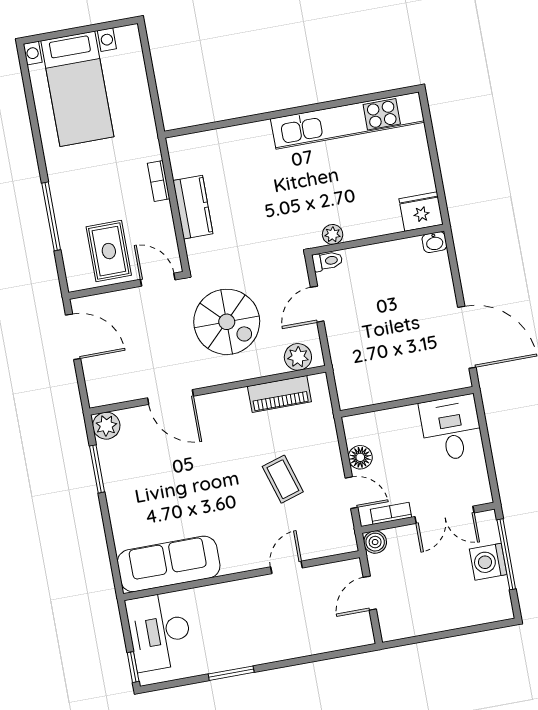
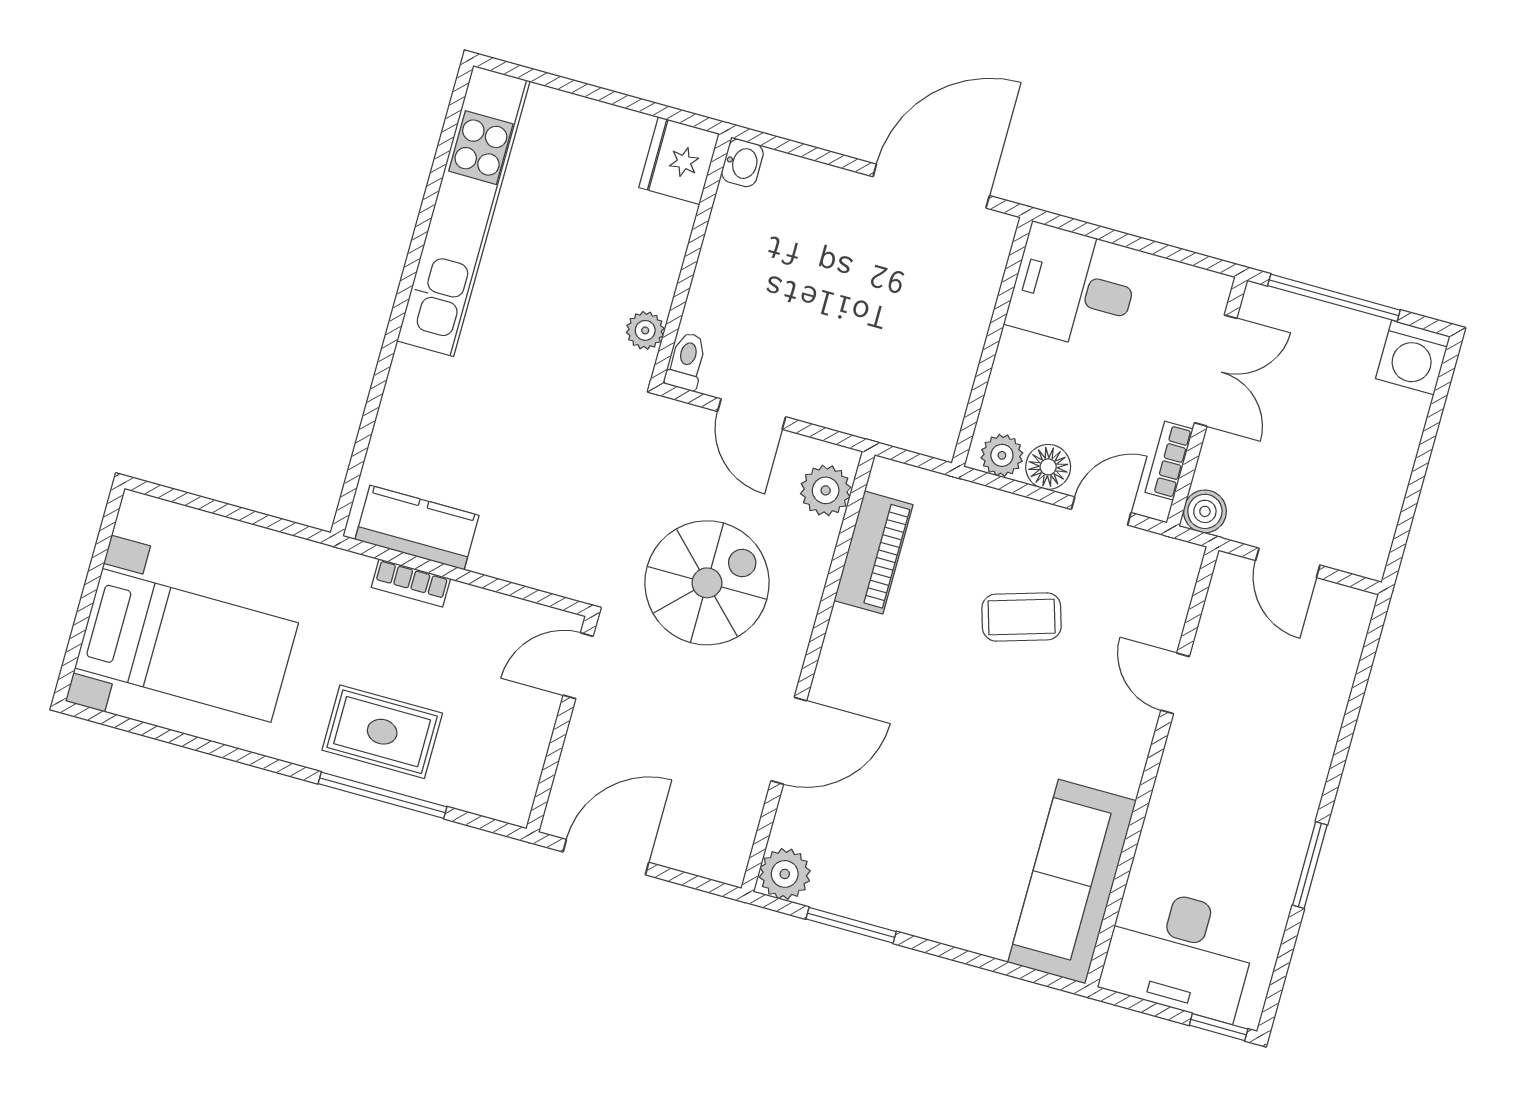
kitchen counter: (193, 207) -> (417, 528), moved
rug: (109, 251) -> (382, 732), moved
plant: (355, 433) -> (1002, 455), added
washing machine: (488, 562) -> (1413, 357), moved

